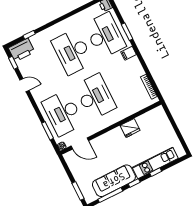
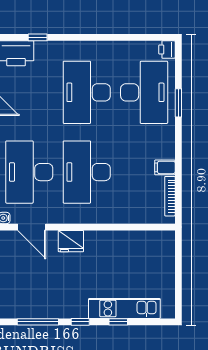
filing cabinet: (129, 53) -> (165, 167), moved
desk: (95, 97) -> (87, 172), turned 180
fridge: (130, 128) -> (71, 241), moved
sofa: (114, 181) -> (53, 304), removed

